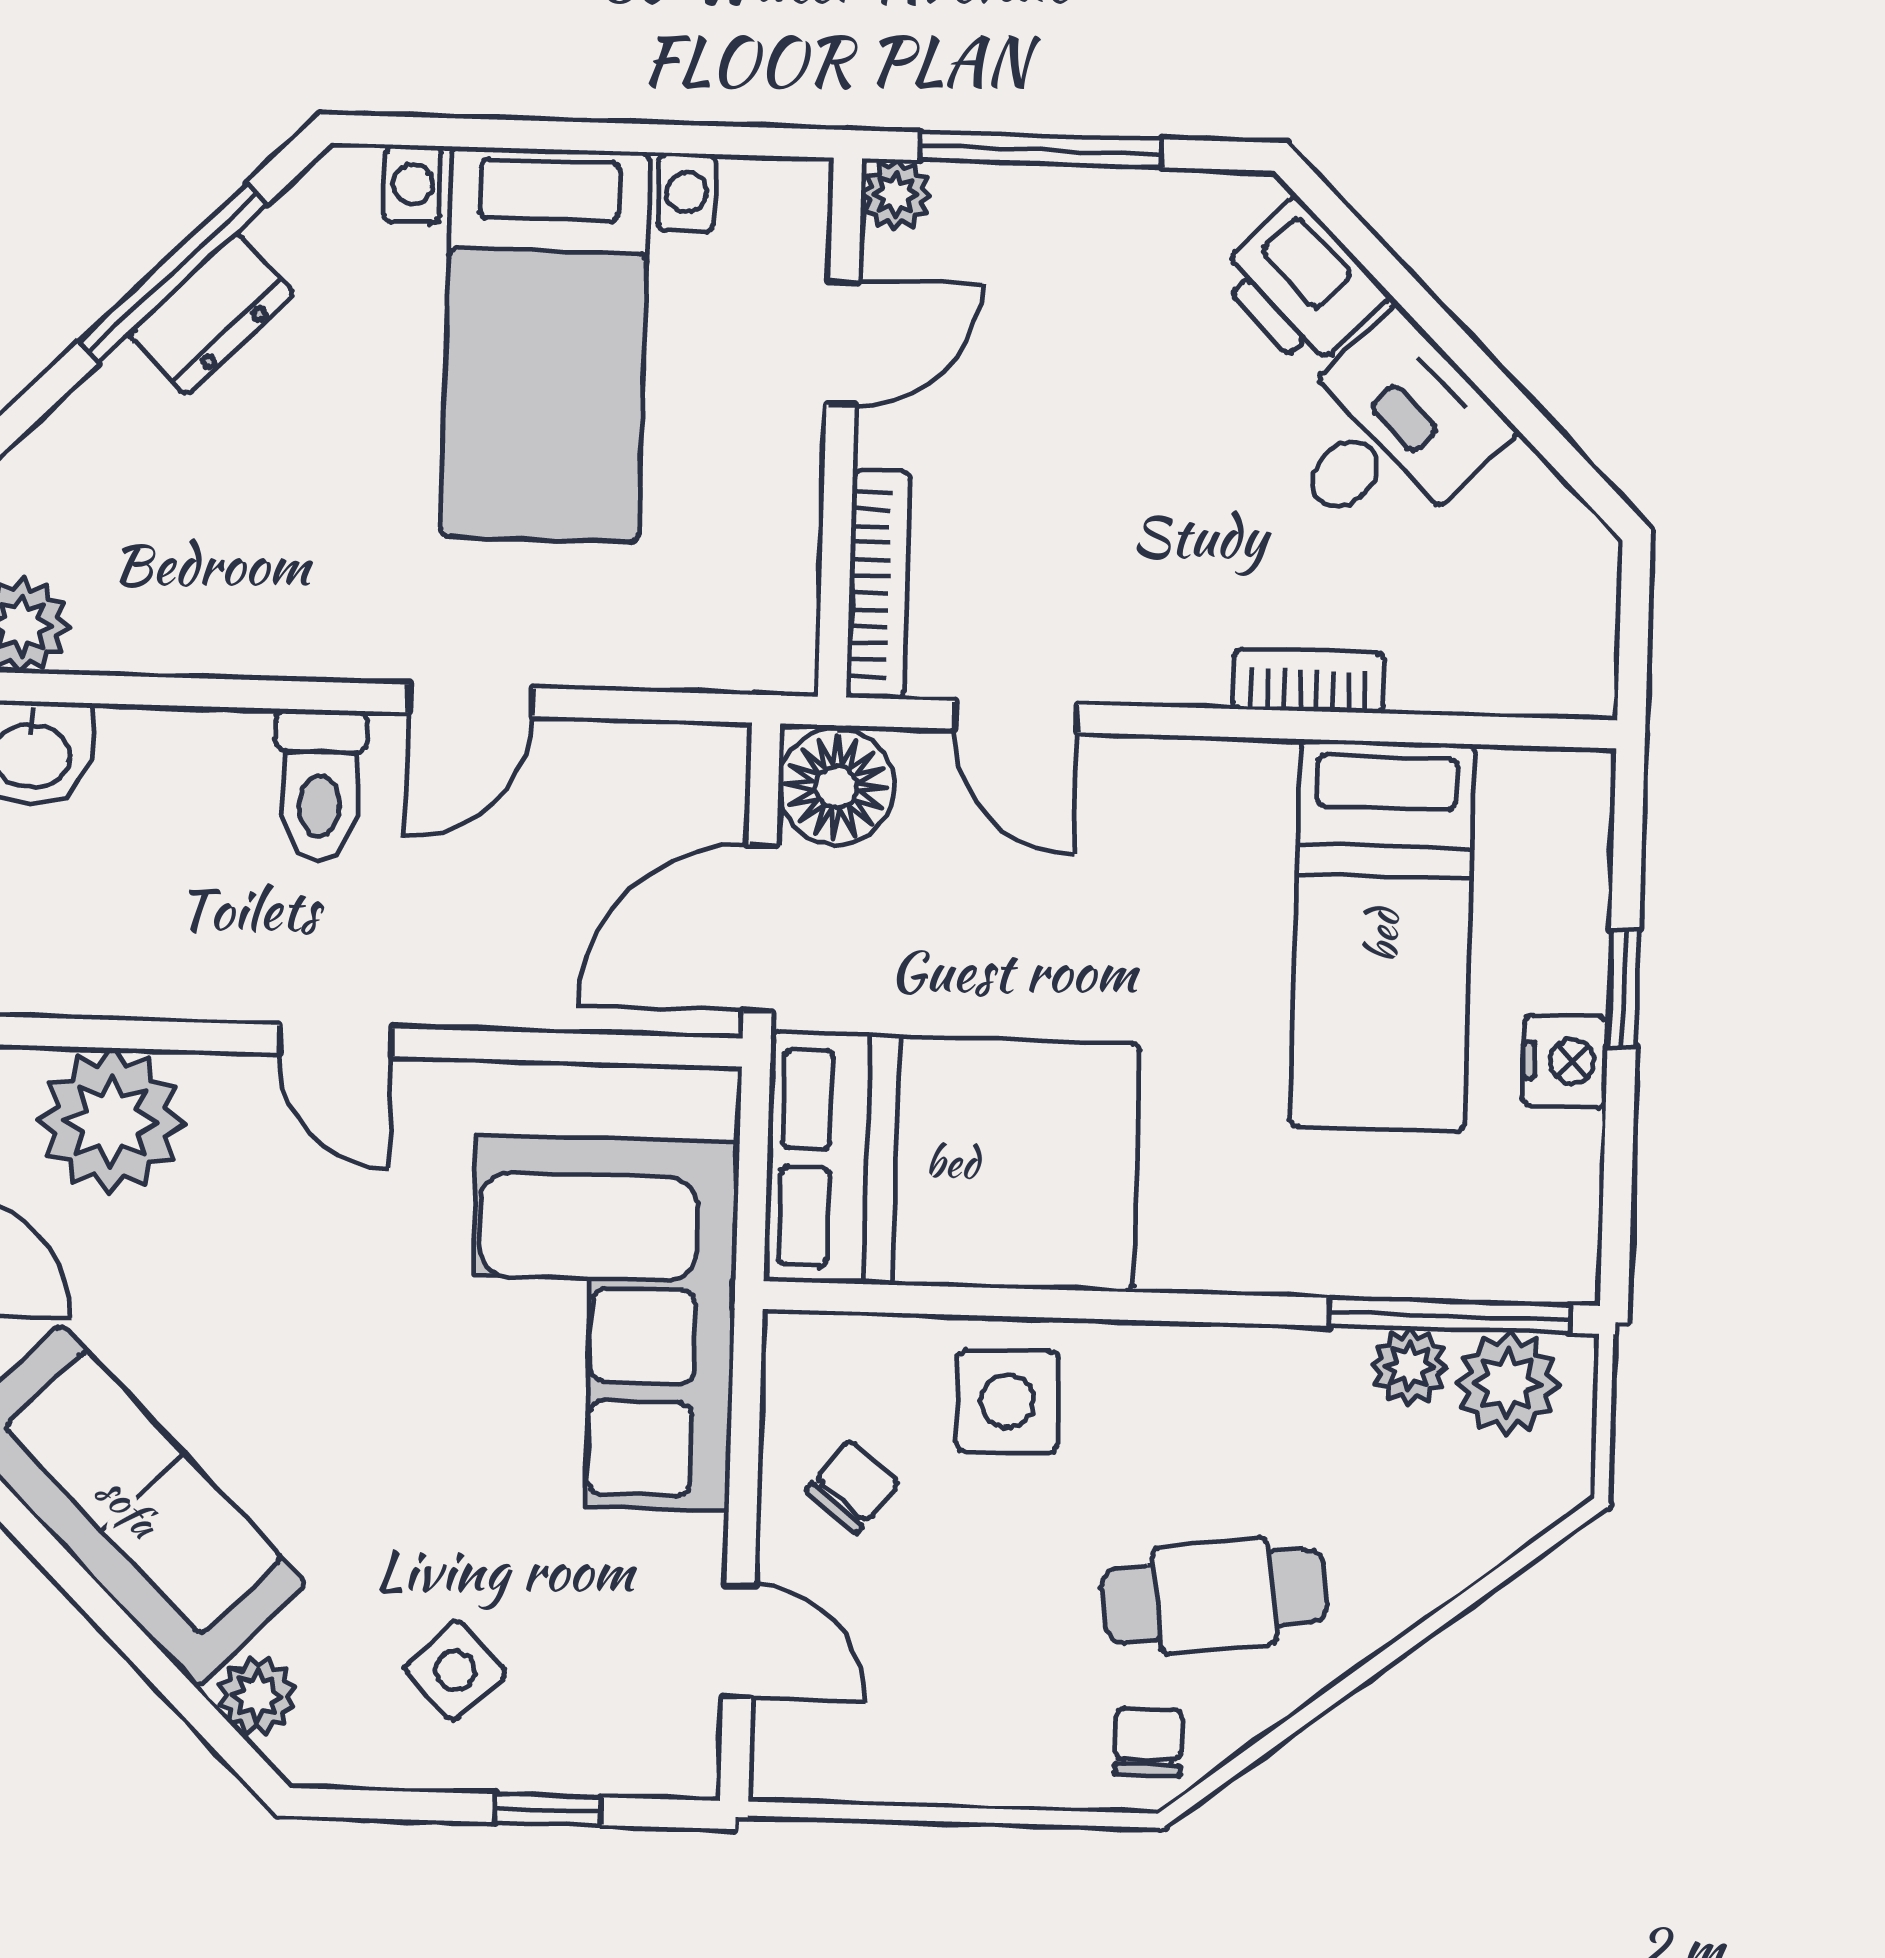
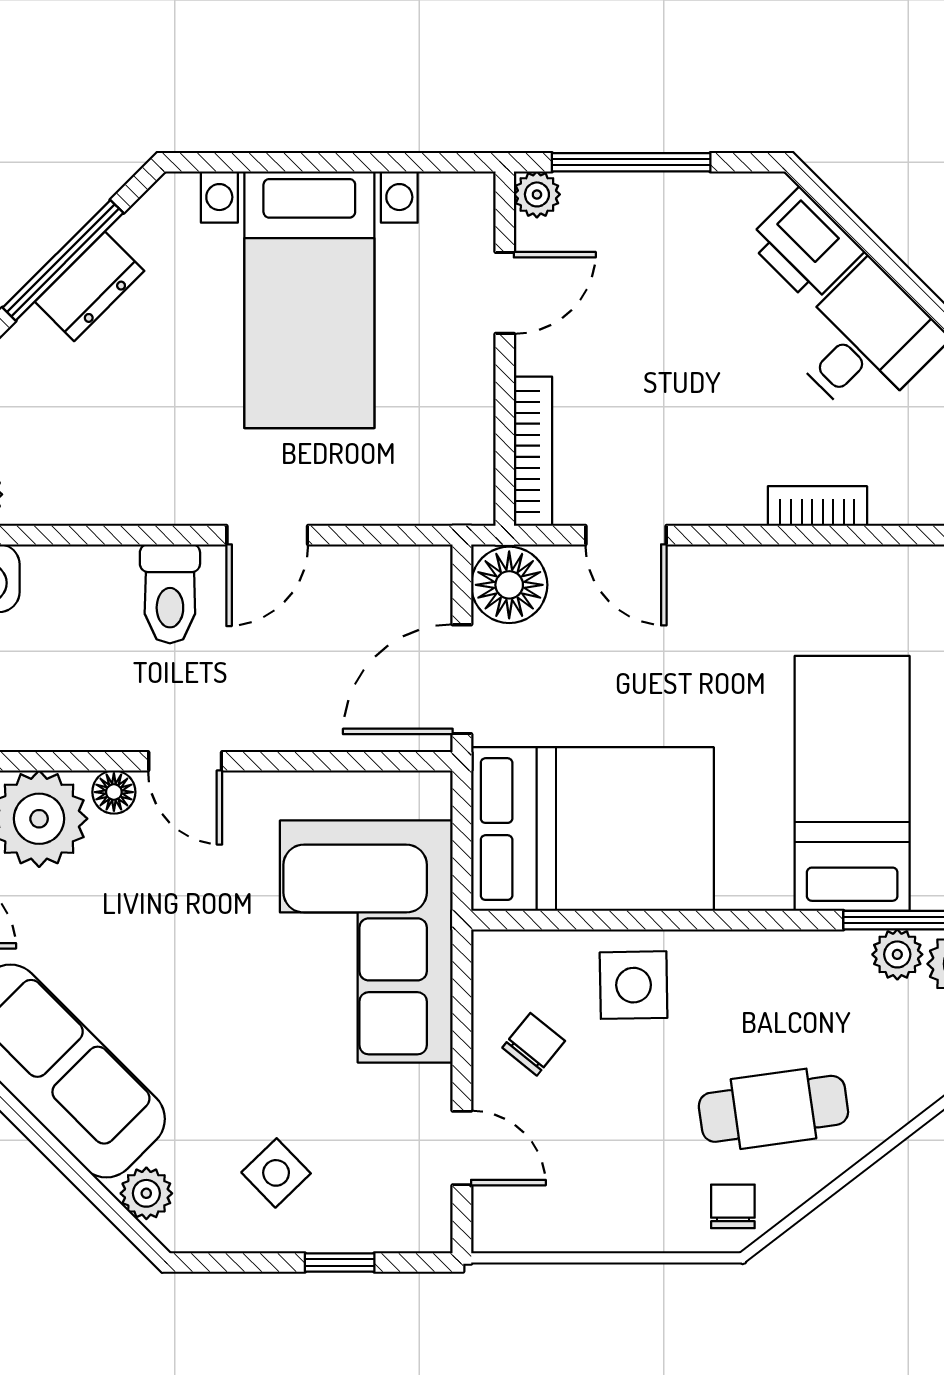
bed: (1382, 936) -> (852, 783), moved, turned 180
floor lamp: (226, 1084) -> (114, 792), added

